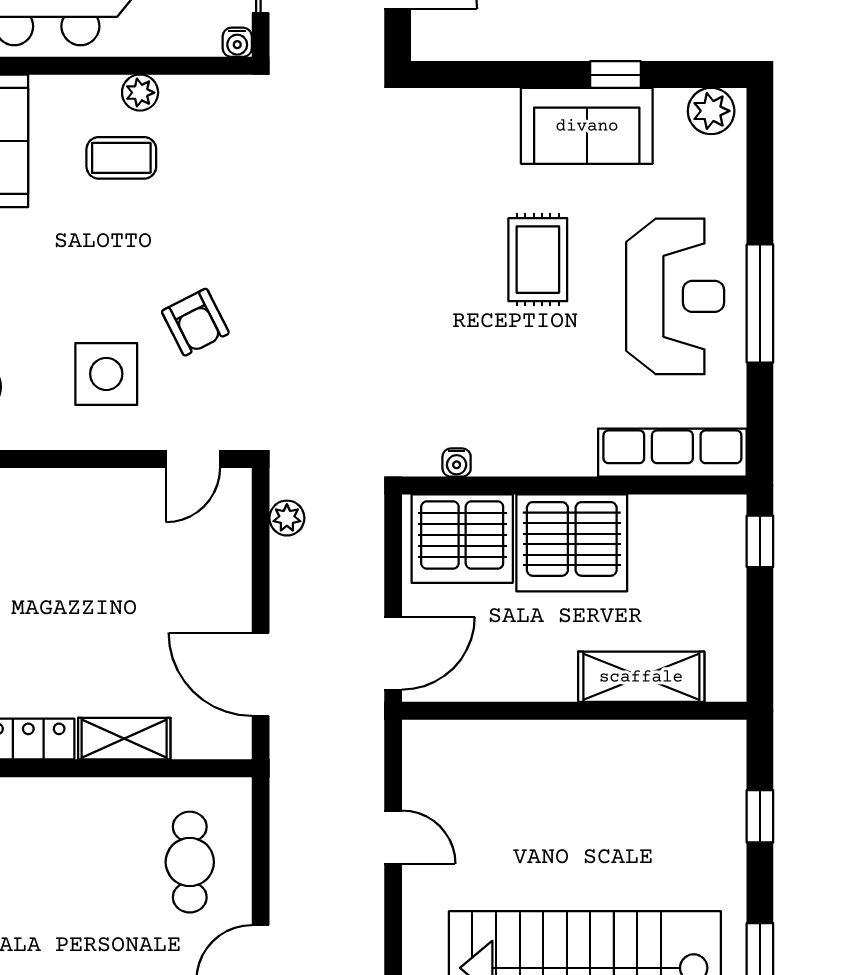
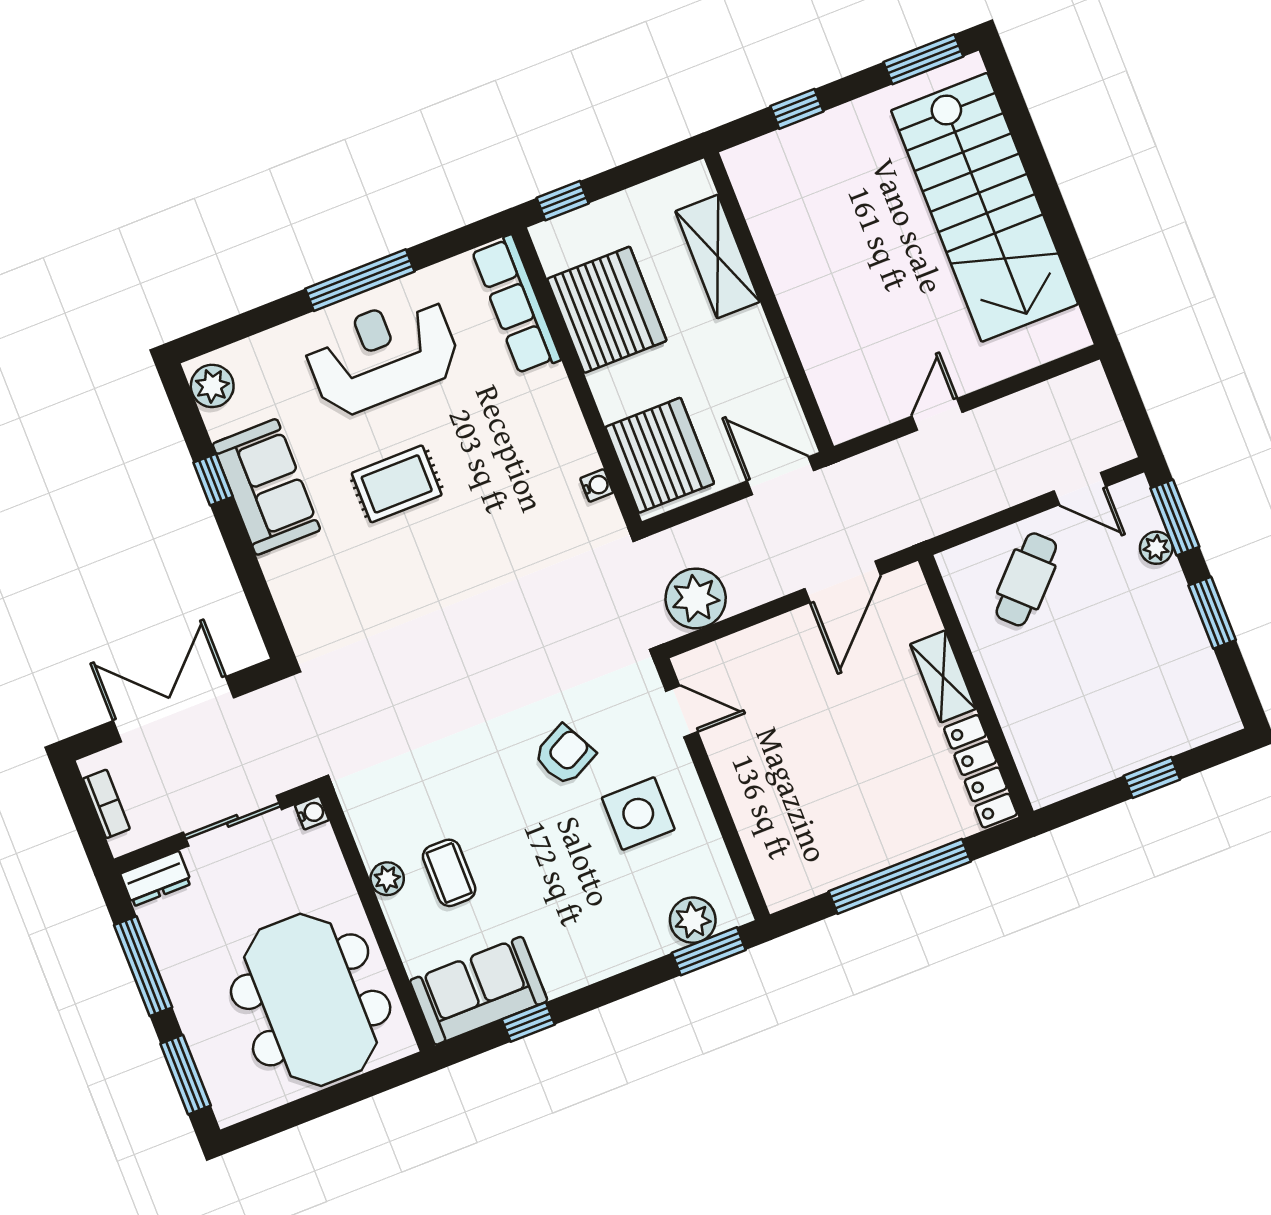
plant: (287, 518) -> (696, 598), width x1.88, depth x1.88
server rack: (572, 543) -> (607, 310), moved
cafe table: (190, 862) -> (1026, 579), turned -46

